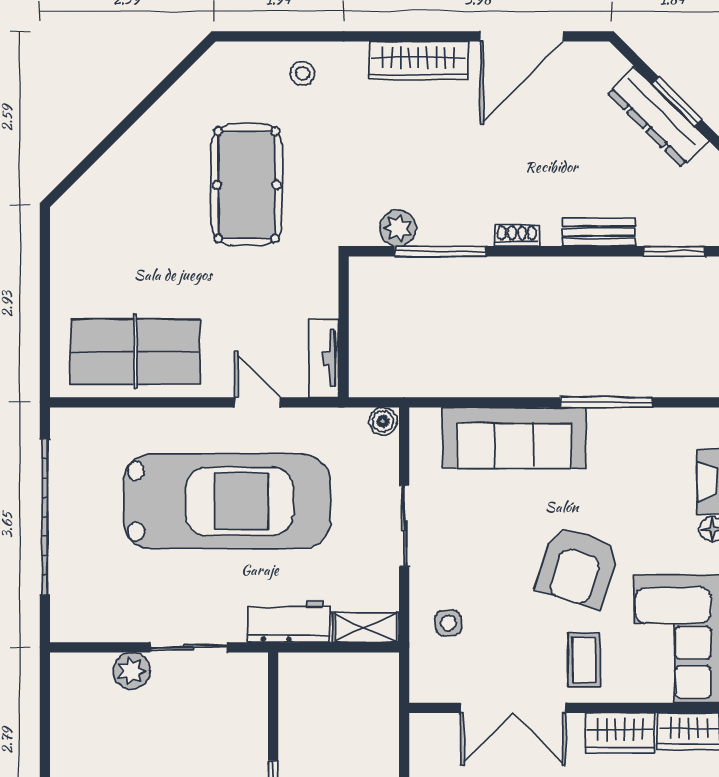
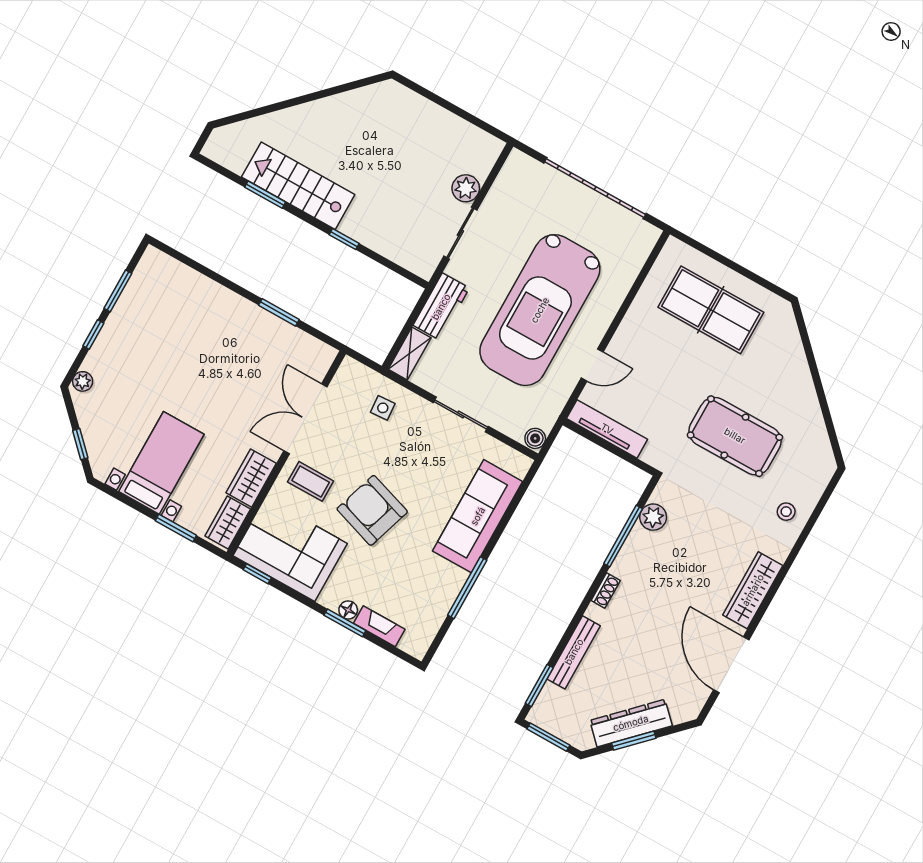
bench: (599, 232) -> (574, 652), width x1.36
table tennis table: (135, 352) -> (711, 310), moved, turned 90
tv unit: (324, 358) -> (607, 429), width x1.41

